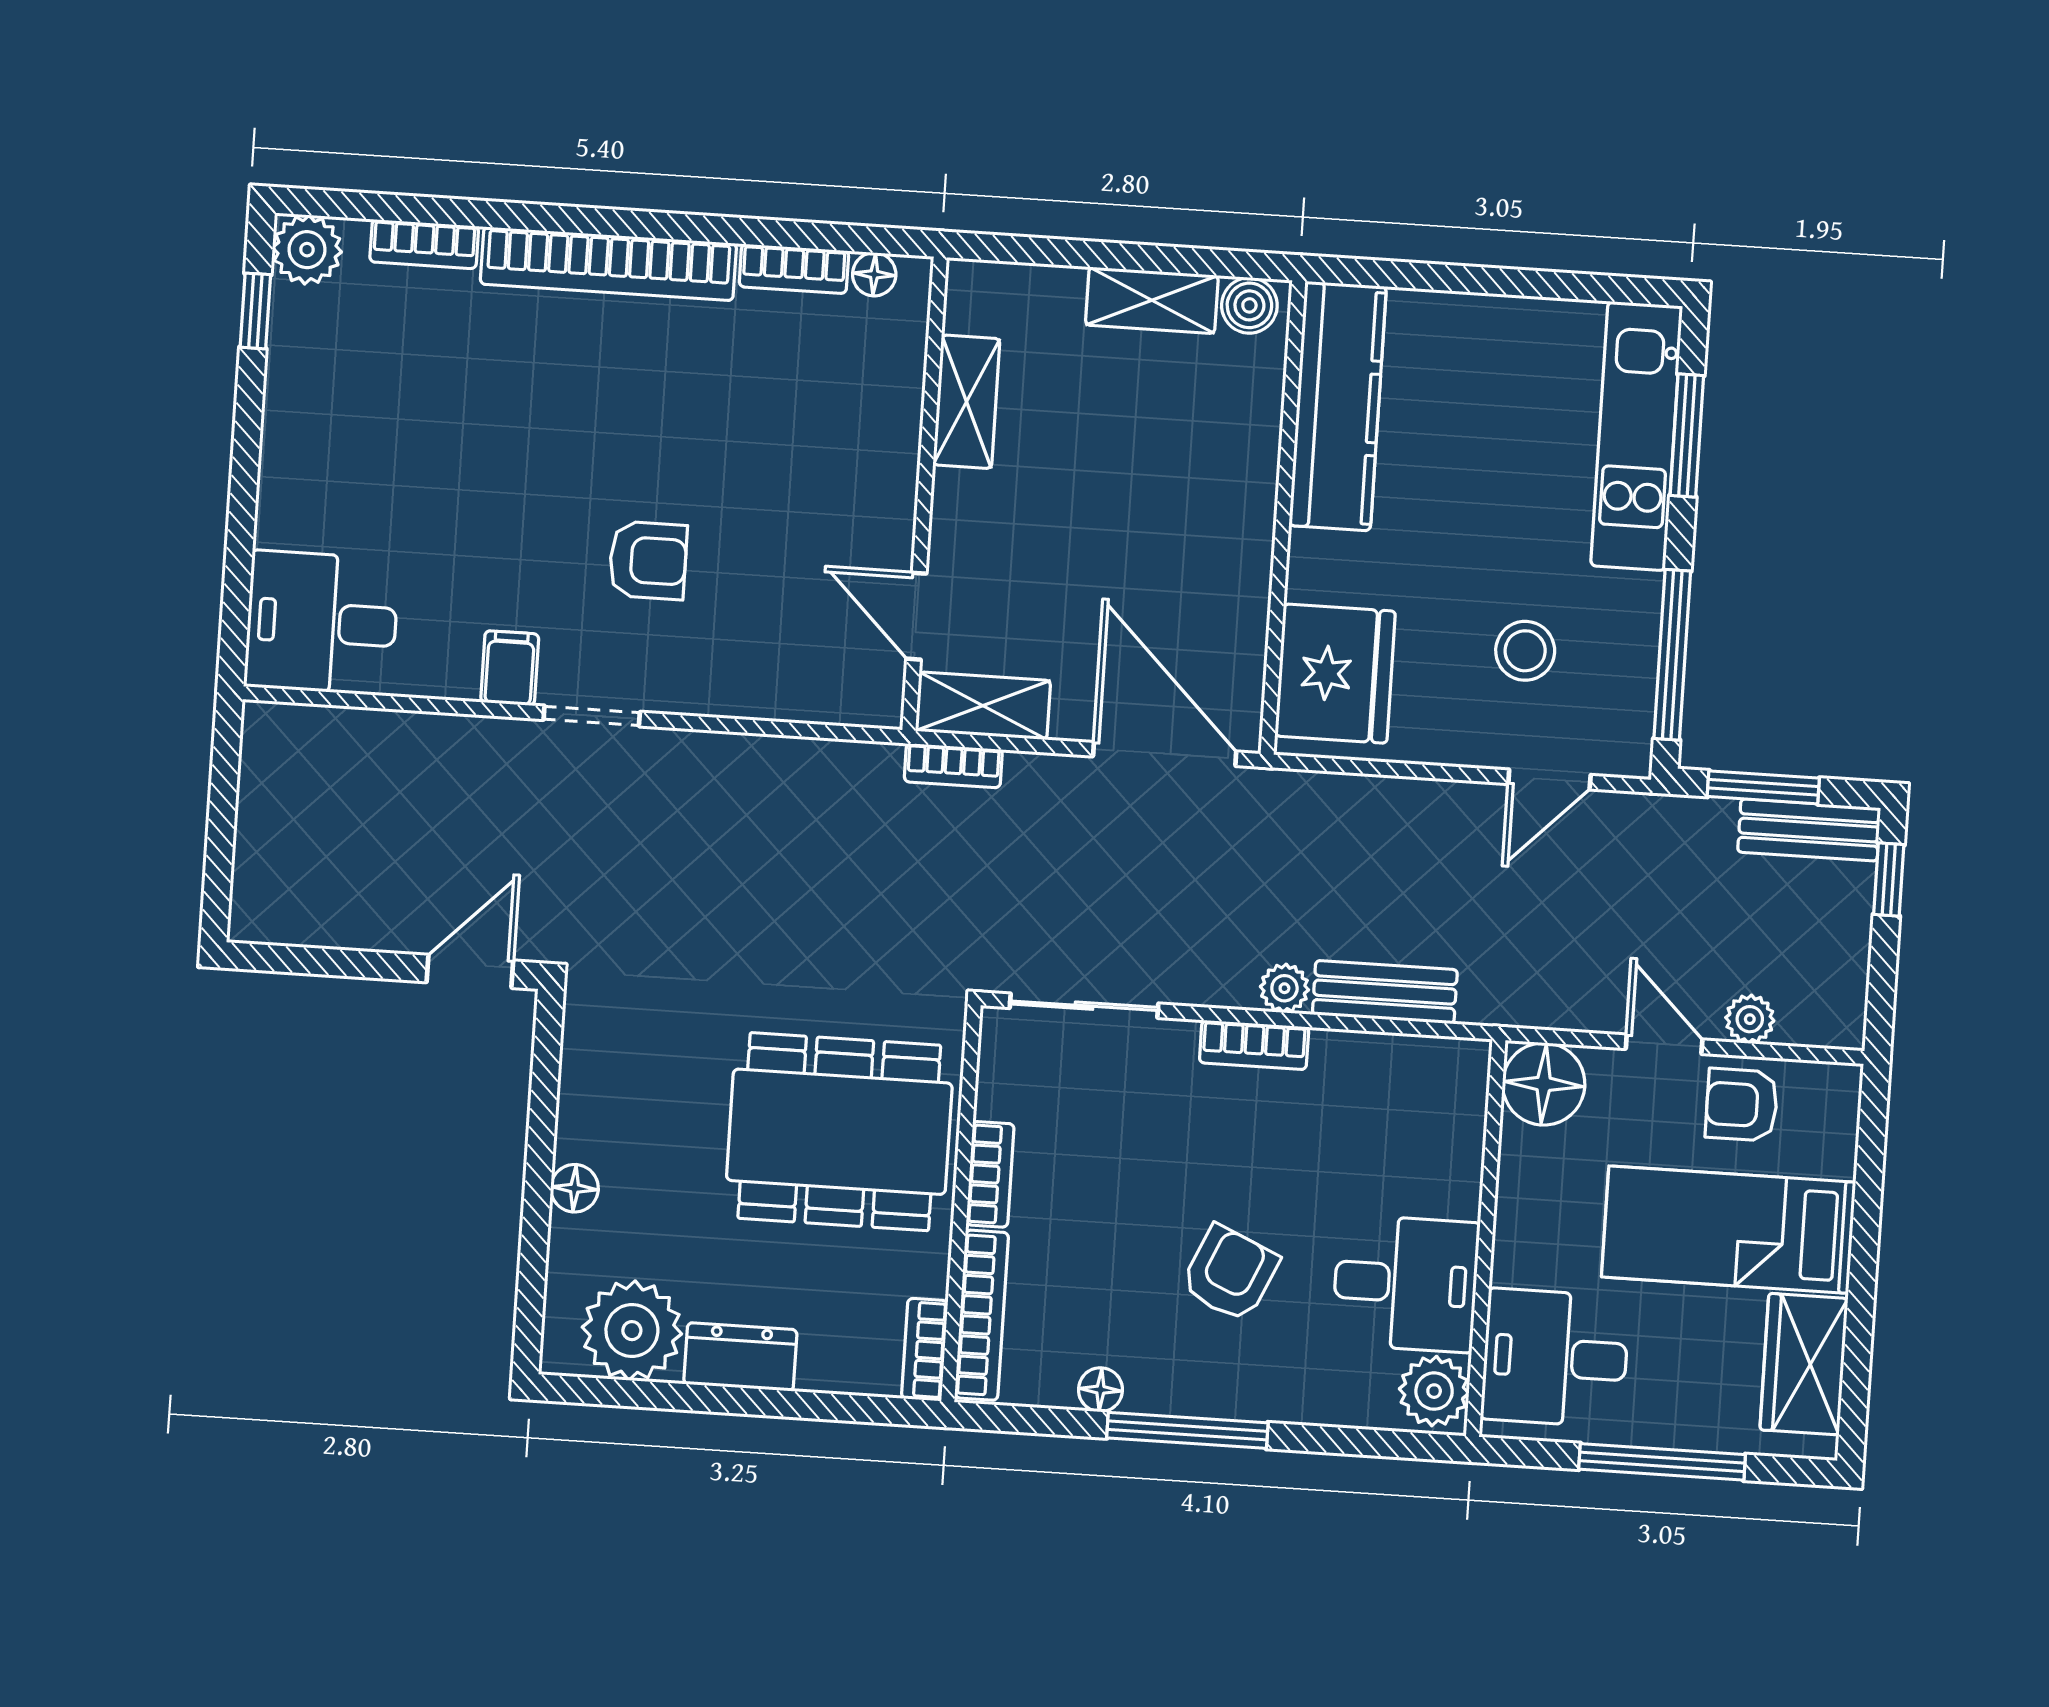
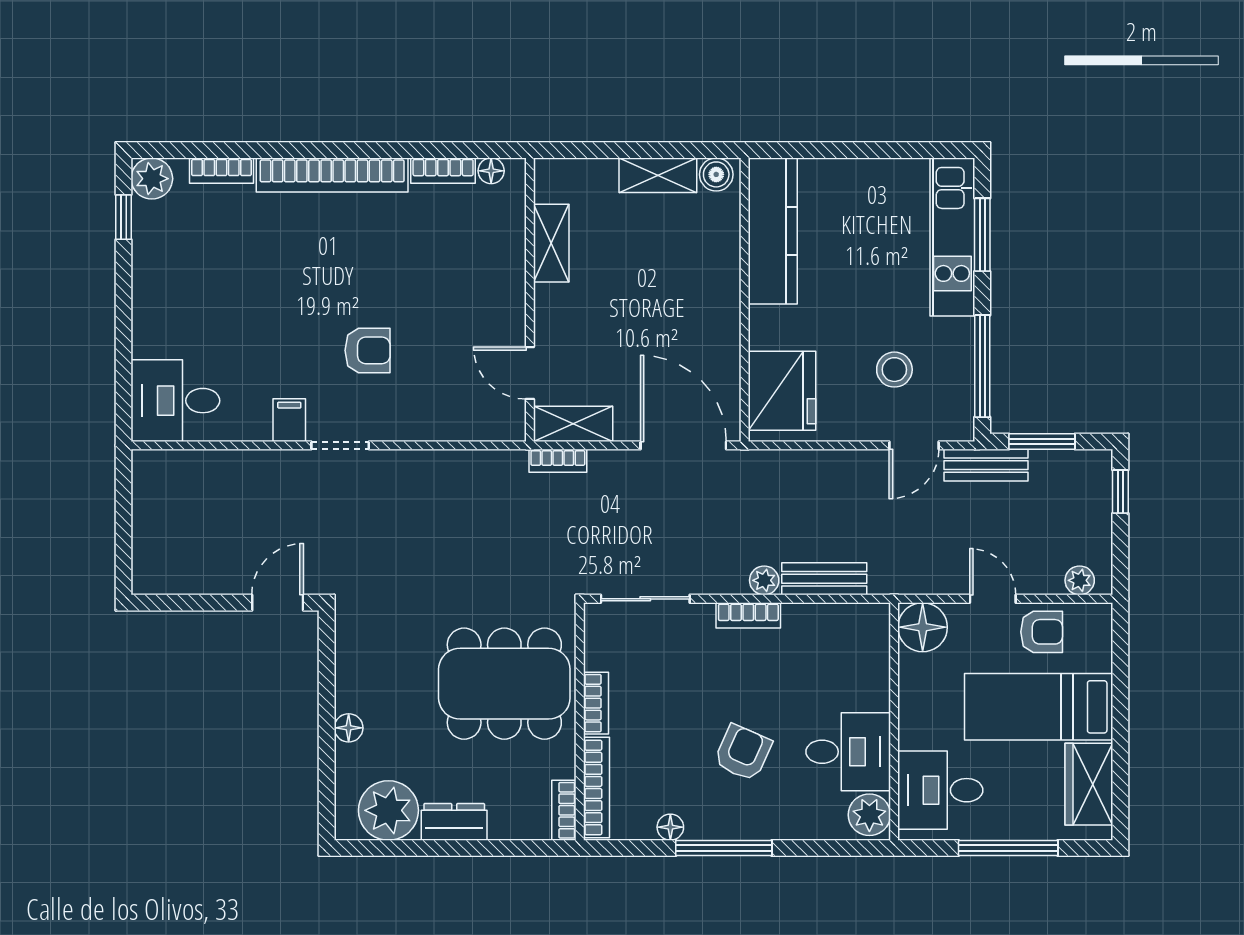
bench: (1809, 830) -> (986, 465), moved
plant: (1750, 1019) -> (1080, 580), moved
armchair: (1742, 1105) -> (1042, 632), turned 180

